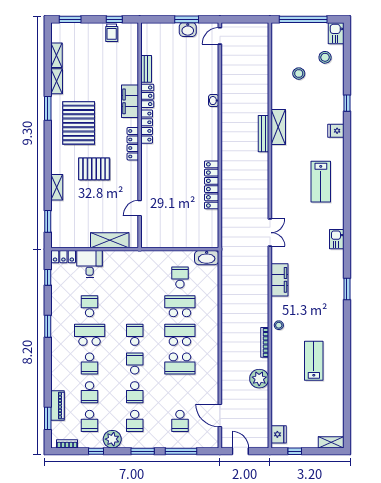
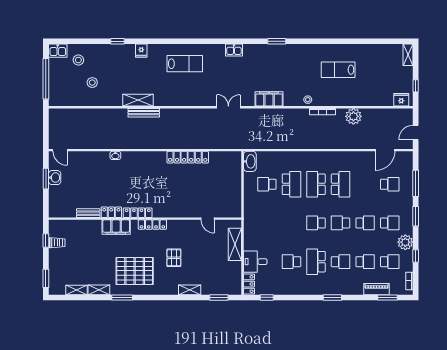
pallet: (94, 169) -> (174, 258), width x0.67, depth x0.71
school desk: (180, 306) -> (291, 184), turned 180
window: (48, 326) -> (332, 297), moved

